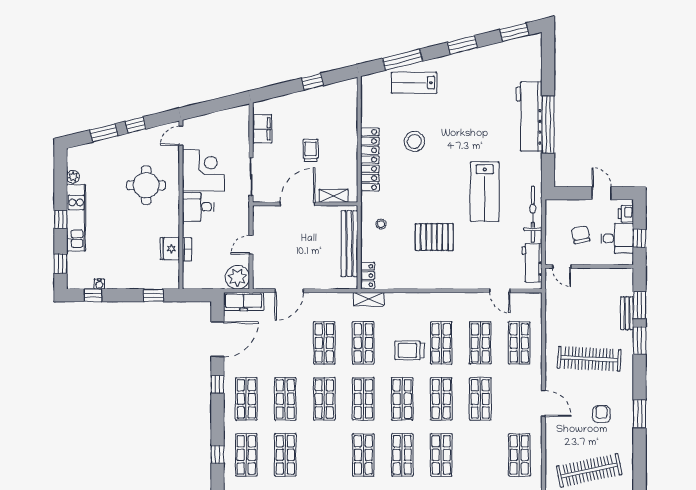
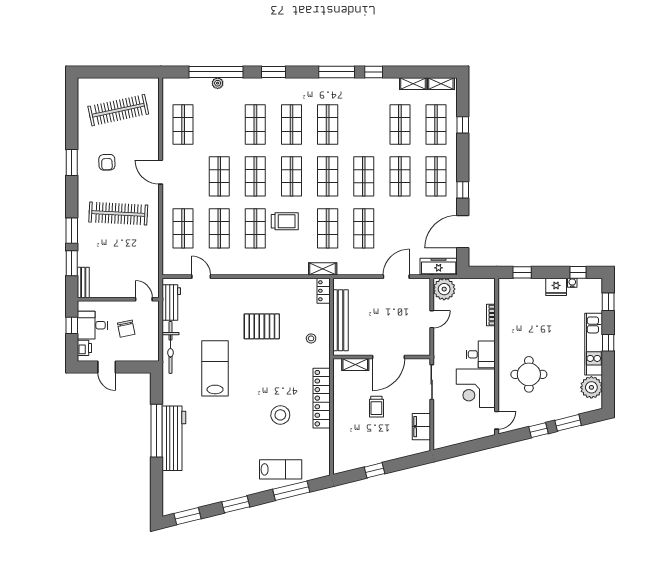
plant: (73, 177) -> (591, 387), width x1.88, depth x1.88
fridge: (170, 249) -> (556, 287), moved, turned 90
bench: (627, 313) -> (83, 282), moved

